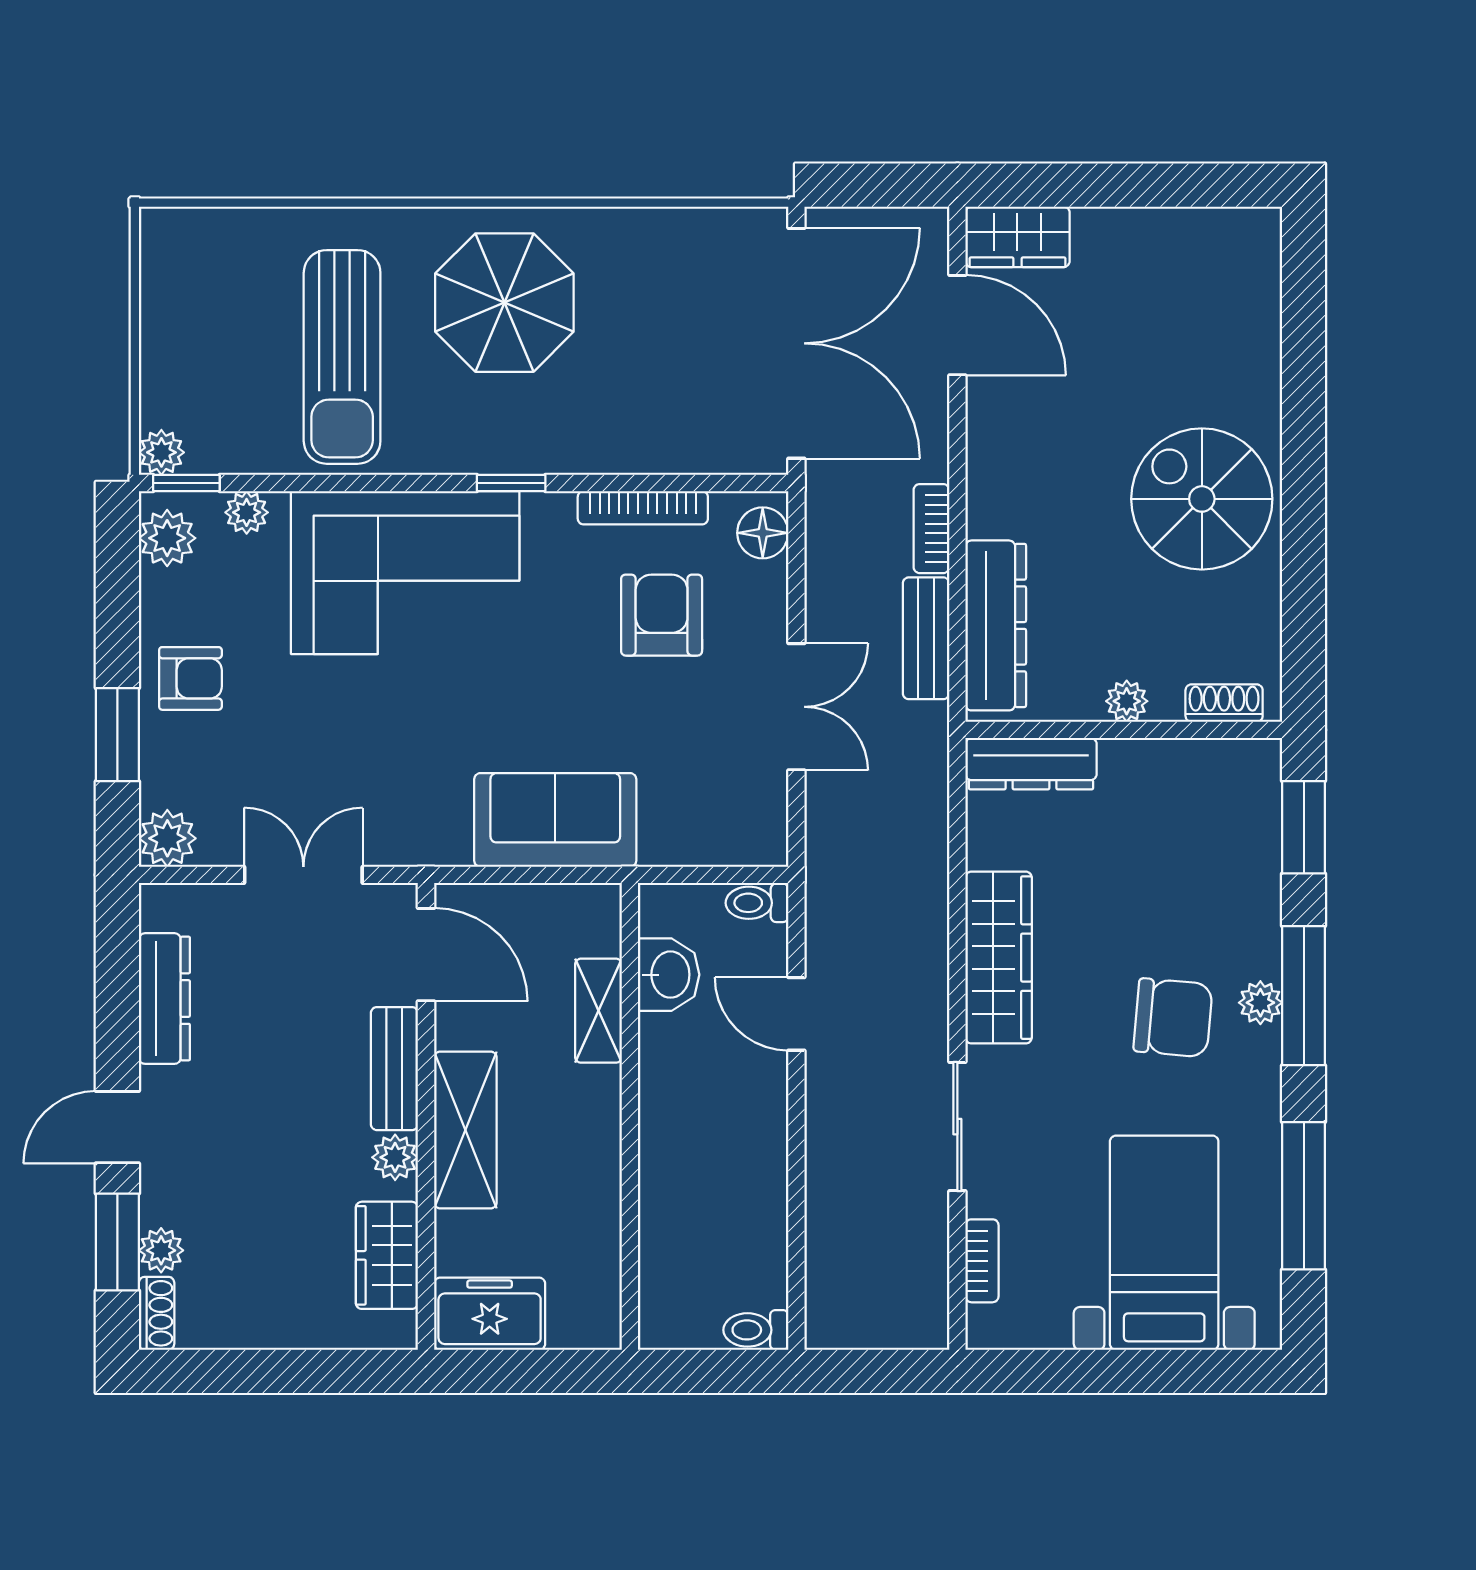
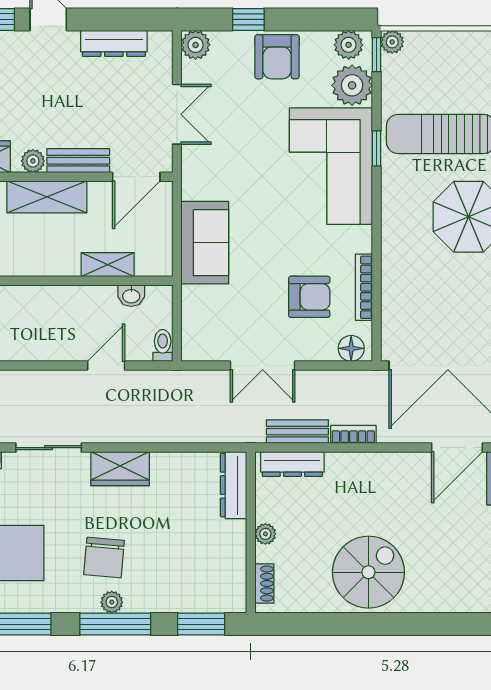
window: (511, 483) -> (377, 148), moved
plant: (247, 512) -> (352, 85), width x1.88, depth x1.88
dresser: (996, 625) -> (292, 464), width x0.73, depth x0.80
armchair: (190, 678) -> (277, 57), width x1.38, depth x1.38
window: (117, 735) -> (248, 19), width x0.67
wardrobe: (999, 958) -> (120, 469), width x0.67
washbasin: (669, 975) -> (131, 296), width x0.72, depth x0.69

